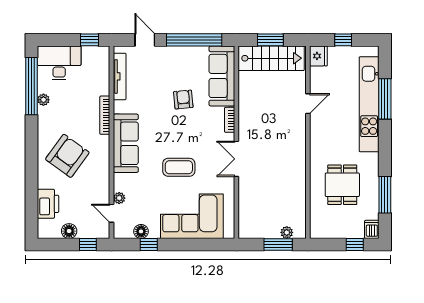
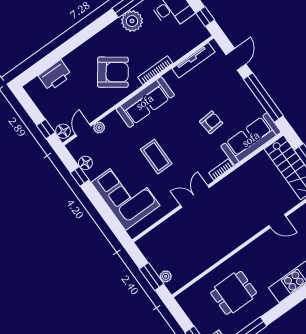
plant: (43, 100) -> (132, 21), width x1.88, depth x1.88
armchair: (67, 156) -> (113, 72), moved
floor lamp: (69, 231) -> (63, 131), moved

